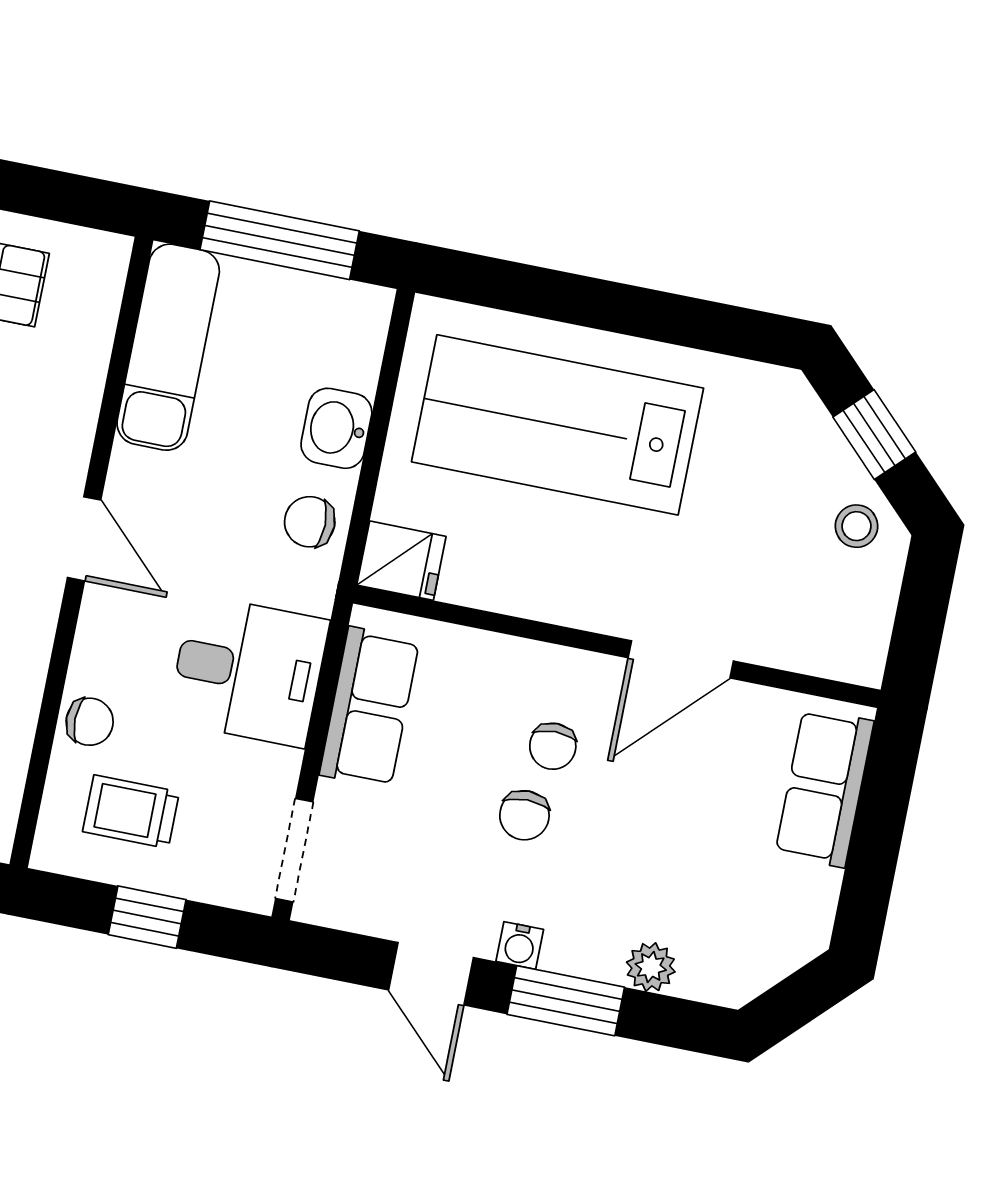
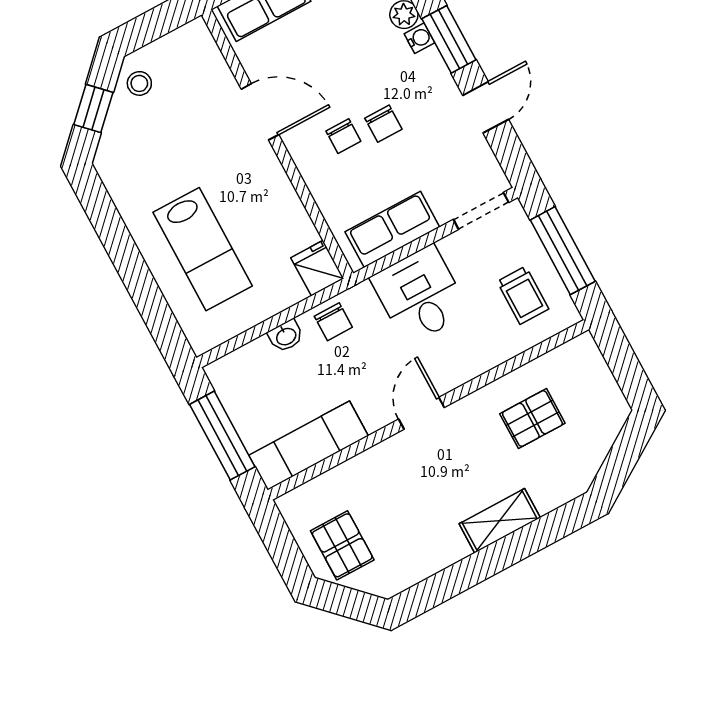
lab bench: (558, 425) -> (203, 249), width x0.73, depth x0.72
washbasin: (336, 428) -> (286, 336), width x0.72, depth x0.69
chair: (90, 722) -> (499, 345), removed
chair: (553, 746) -> (343, 136), turned 90
chair: (524, 815) -> (383, 124), turned 90
window: (147, 917) -> (563, 251), width x2.17
water cooler: (520, 945) -> (420, 38), moved

